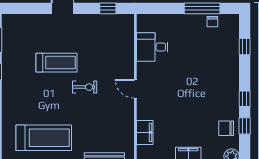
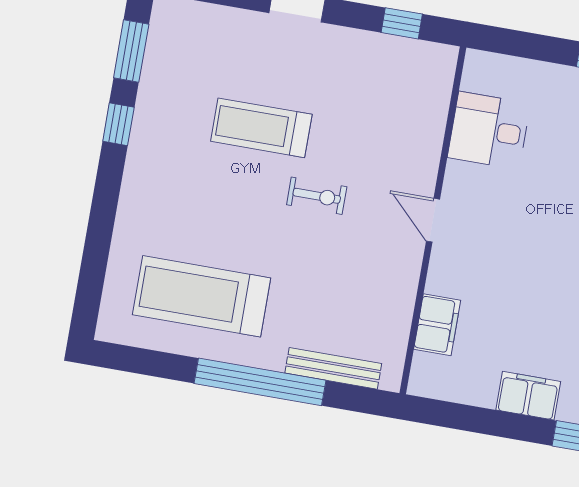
treadmill: (56, 63) -> (261, 128), turned 180
treadmill: (44, 138) -> (202, 296), turned 180

